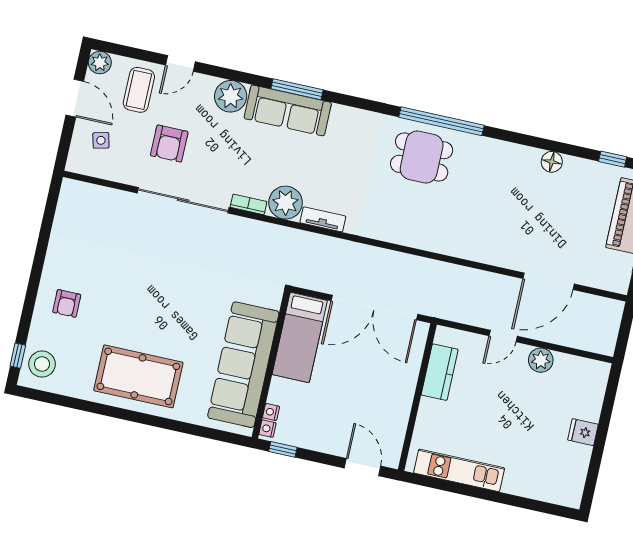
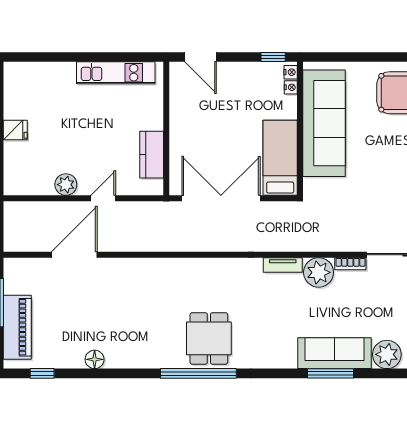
dining table: (422, 157) -> (209, 338), turned 90

